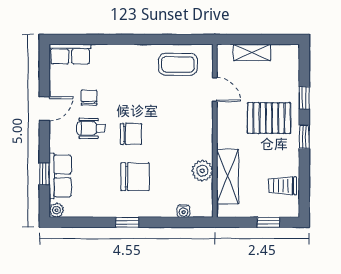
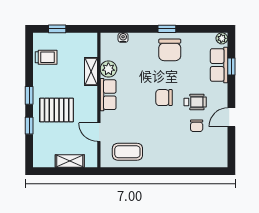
row of seats: (70, 54) -> (108, 95), moved, turned 90
chair: (135, 177) -> (170, 50), moved, turned -90
shelving: (228, 177) -> (91, 71), width x0.67, depth x0.75

